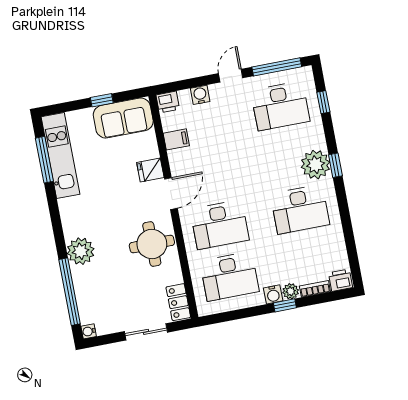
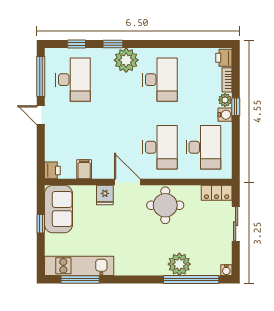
water cooler: (200, 95) -> (52, 143), removed
window: (335, 165) -> (113, 44), moved
plant: (81, 251) -> (179, 264), moved

